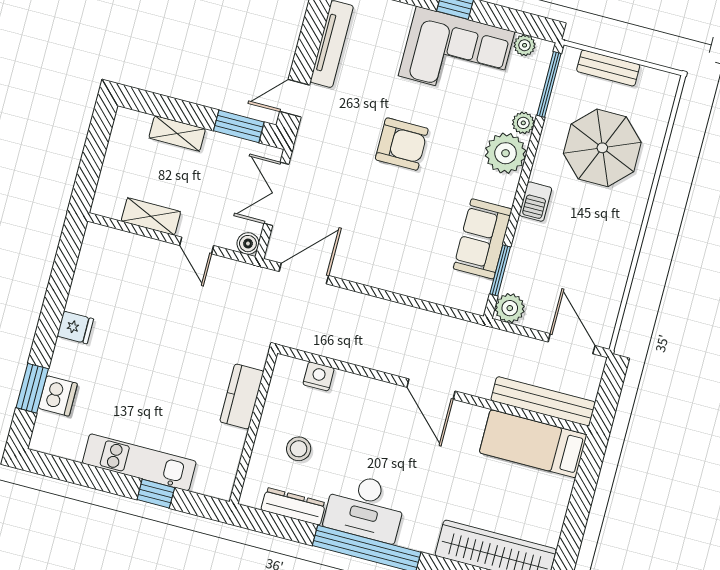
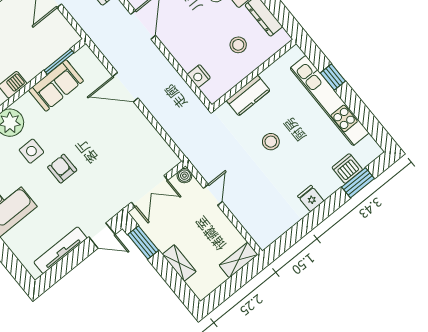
side table: (454, 138) -> (31, 151), added
armchair: (402, 144) -> (62, 169), width x0.72, depth x0.72
shelving: (151, 216) -> (239, 260), moved, turned 90
door: (304, 274) -> (125, 87), moved
plant: (510, 308) -> (69, 37), removed
stool: (174, 361) -> (271, 142), added
kitchen unit: (139, 462) -> (330, 101), width x1.36

